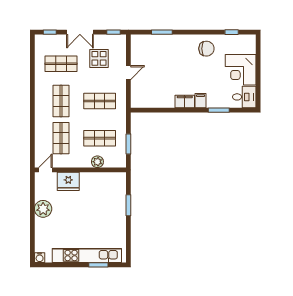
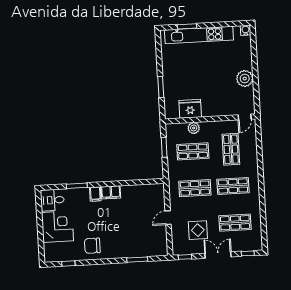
shop shelf: (61, 101) -> (233, 186), turned 90
fridge: (68, 181) -> (190, 109), moved

